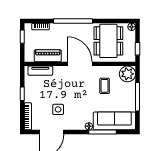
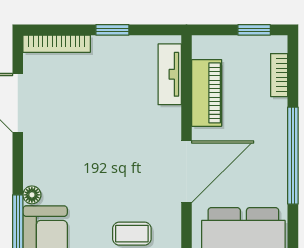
side table: (58, 109) -> (74, 118), removed

